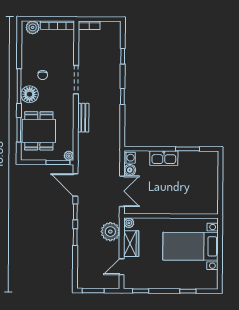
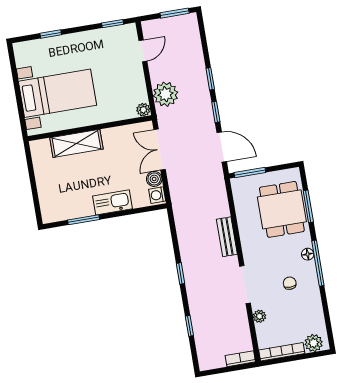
floor lamp: (30, 94) -> (308, 254), width x0.53, depth x0.53
plant: (69, 156) -> (259, 316), moved
shelving: (183, 207) -> (76, 143), added
wardrobe: (131, 244) -> (136, 83), removed

